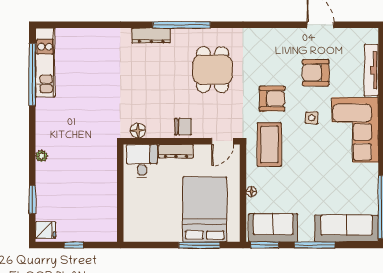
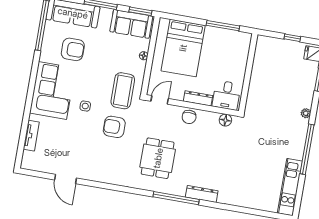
tv unit: (371, 70) -> (31, 136), width x0.71
armchair: (316, 73) -> (73, 49), moved
window: (32, 75) -> (307, 149), moved
chair: (183, 127) -> (189, 117), turned -93
window: (199, 245) -> (223, 26), moved

